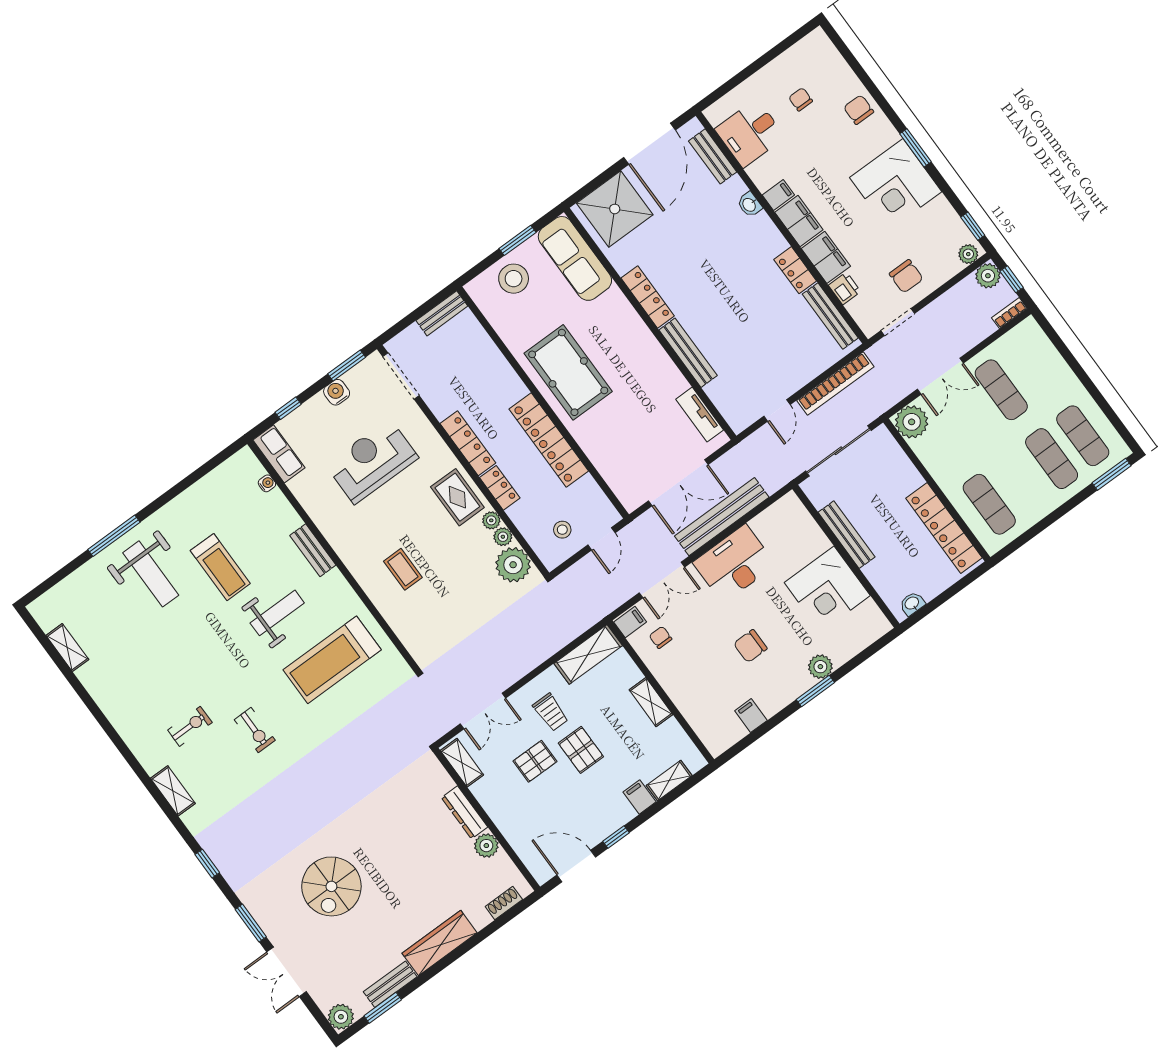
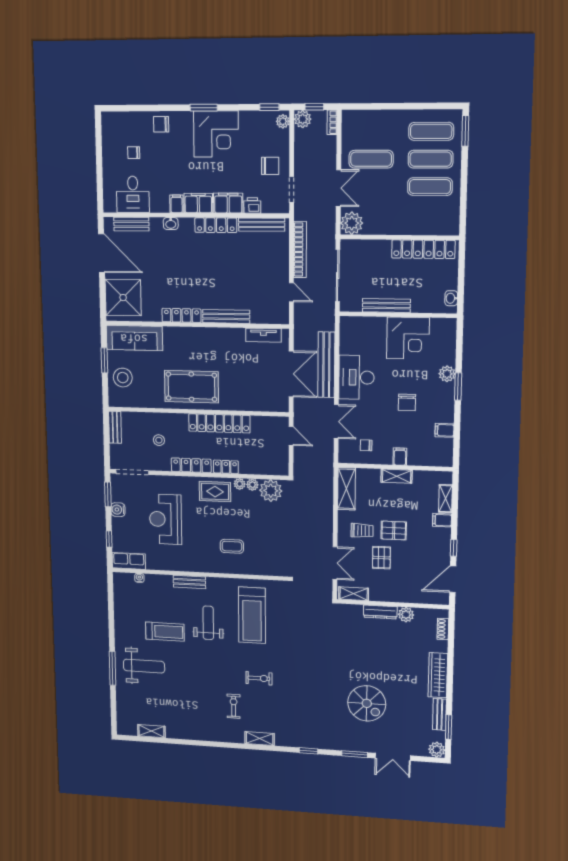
locker: (795, 270) -> (216, 225), width x1.53
exercise mat: (989, 504) -> (430, 187), moved
stool: (562, 530) -> (159, 440), moved
filing cabinet: (630, 622) -> (400, 457), moved

